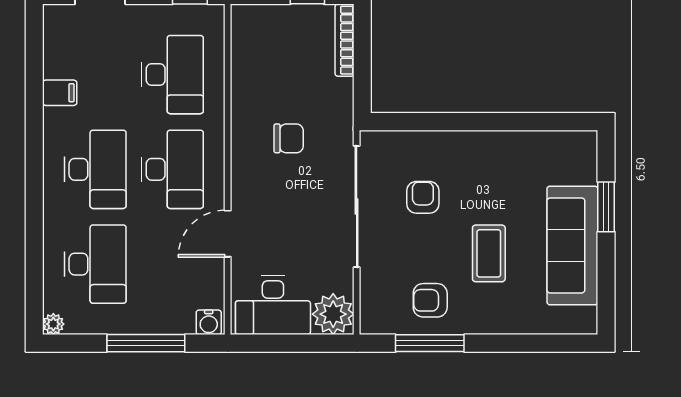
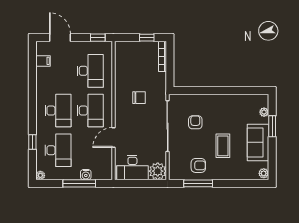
filing cabinet: (60, 93) -> (43, 61), moved
plant: (587, 173) -> (264, 112), added
window: (34, 244) -> (32, 142), added
sofa: (572, 245) -> (258, 142), width x0.73
armchair: (430, 300) -> (198, 165), turned 180
plant: (586, 319) -> (264, 173), added
water cooler: (209, 322) -> (86, 175), moved

